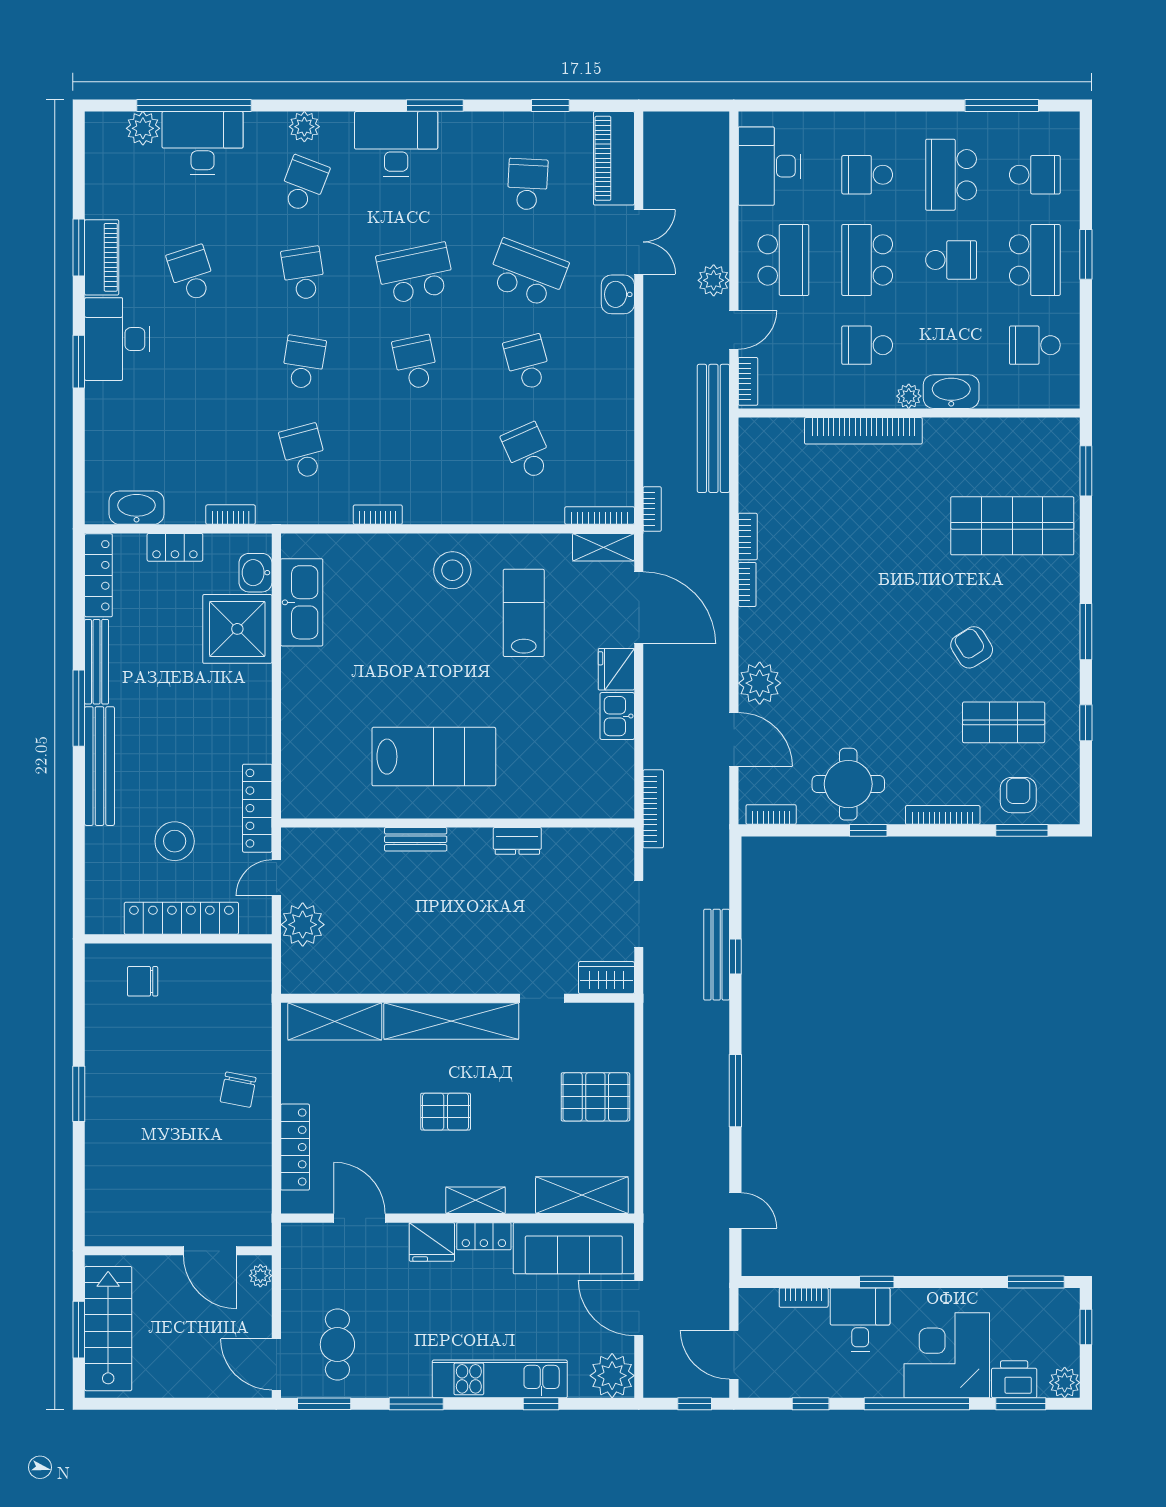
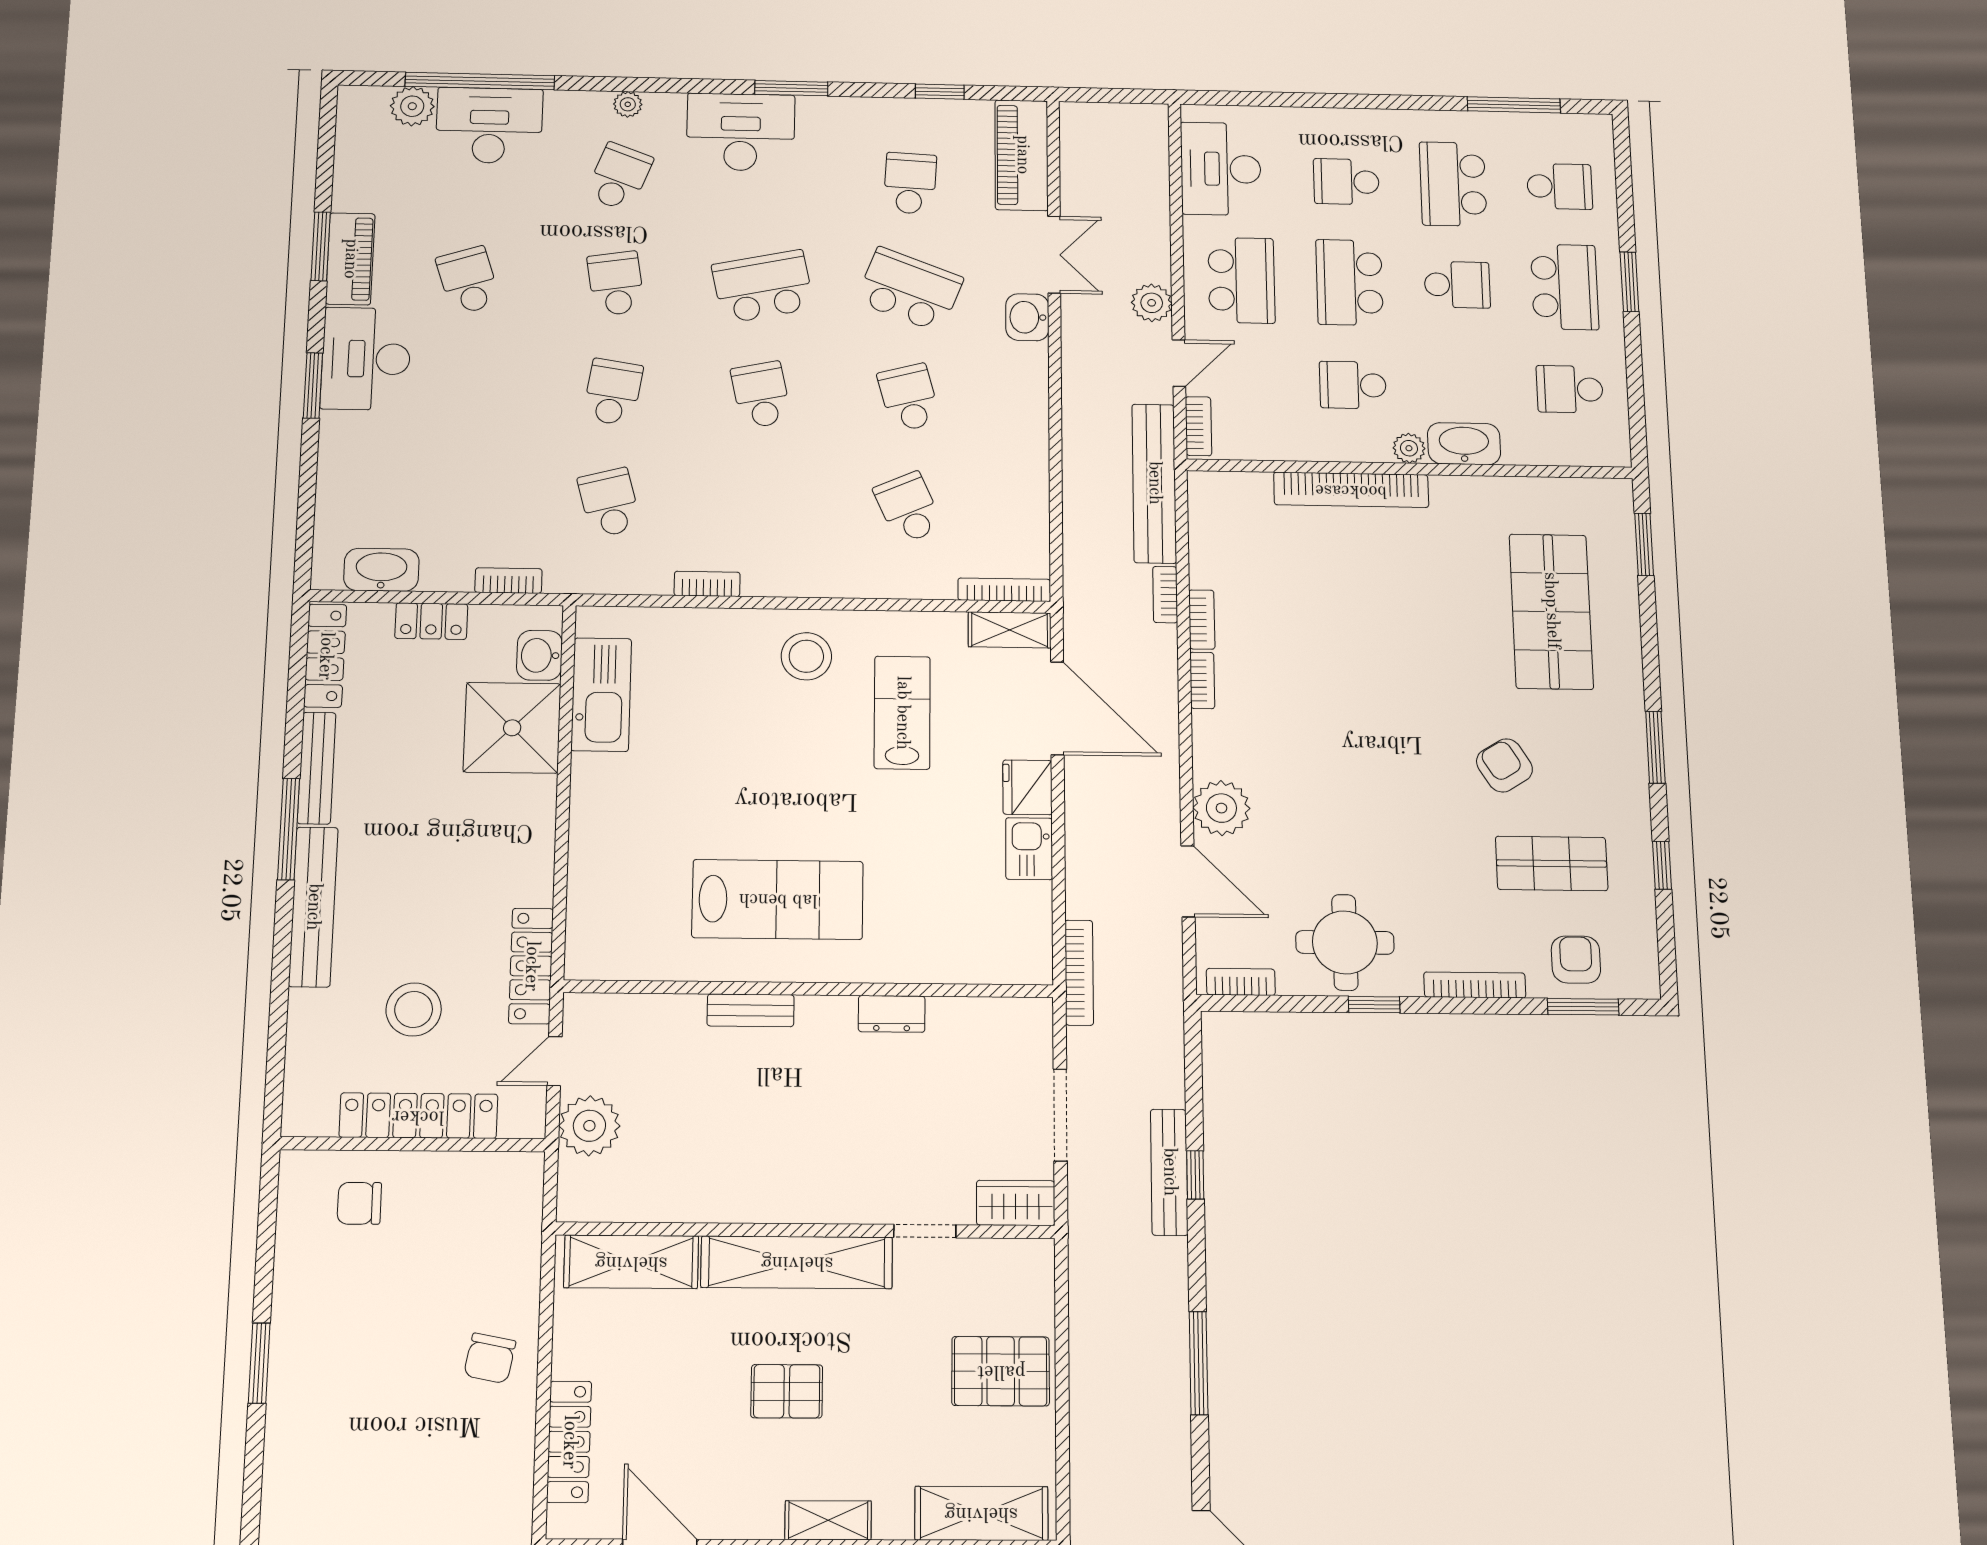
plant: (304, 127) -> (628, 104), width x0.73, depth x0.73
bookcase: (652, 509) -> (1165, 595), moved, turned 180
shop shelf: (1012, 526) -> (1551, 611), turned 90

